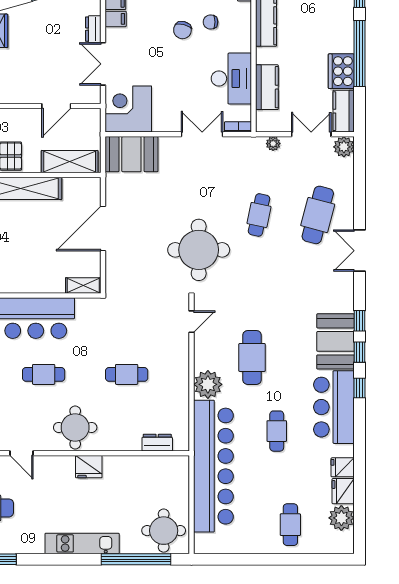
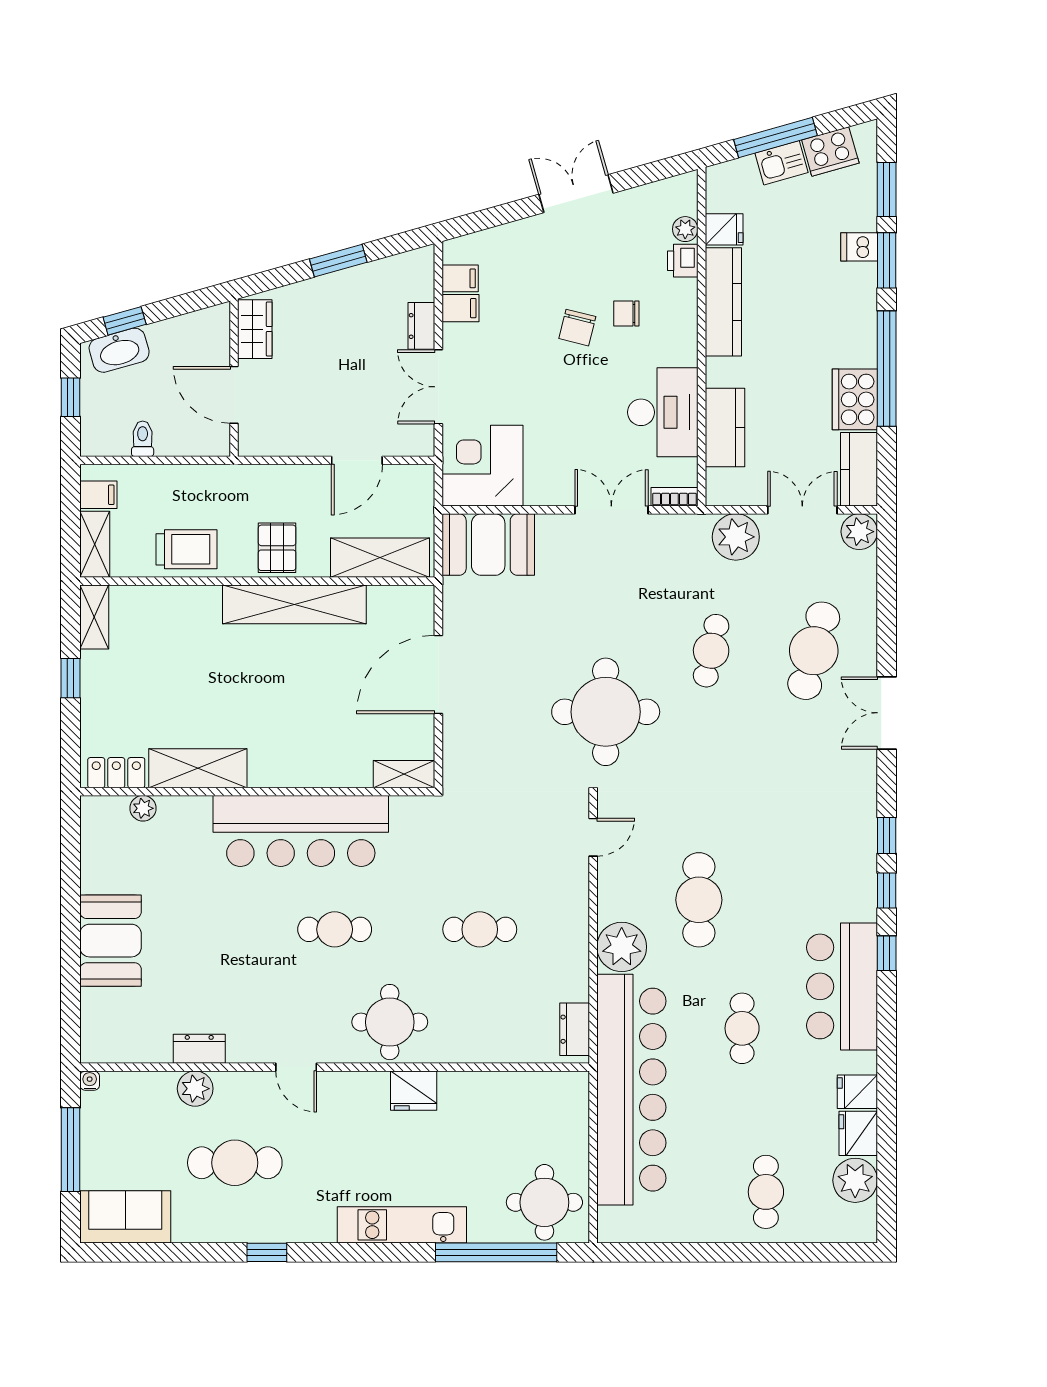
plant: (273, 144) -> (736, 537), width x1.88, depth x1.88
booth: (336, 341) -> (845, 872), removed
dresser: (157, 443) -> (575, 1029), moved, turned -90

